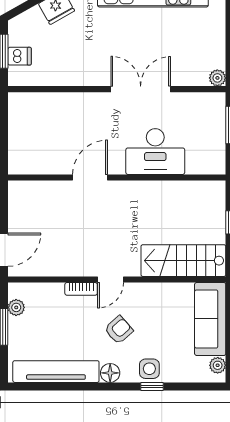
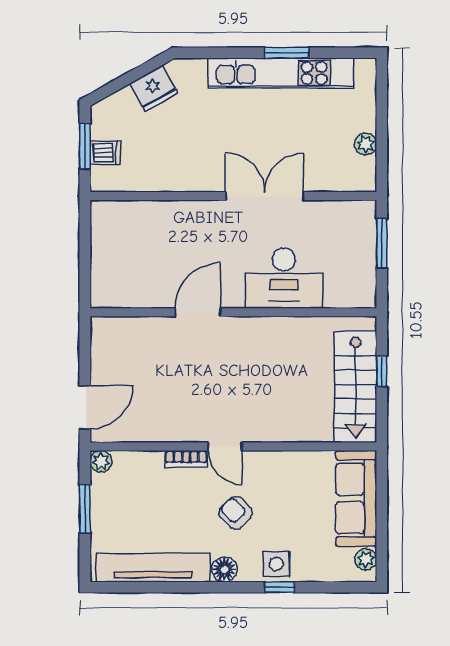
plant: (217, 78) -> (366, 144), moved
stairs: (183, 261) -> (356, 387), moved, turned -90
door: (111, 280) -> (225, 447), hinge flipped
plant: (16, 307) -> (101, 461), moved
armchair: (119, 330) -> (236, 513), turned -93

